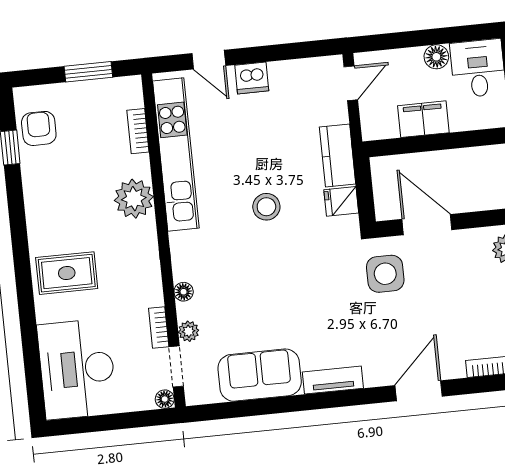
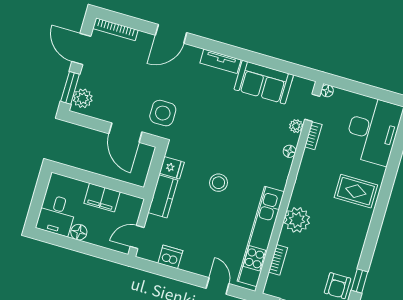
dishwasher: (252, 78) -> (170, 257), moved

